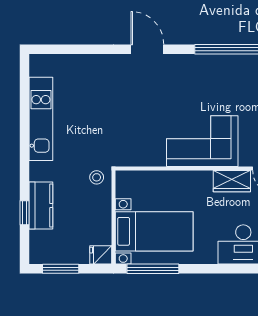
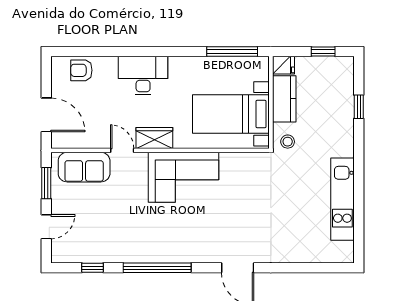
kitchen counter: (41, 206) -> (284, 99), moved, turned 180
bed with nightstands: (154, 231) -> (231, 114), moved
window: (61, 269) -> (323, 52), width x0.67

